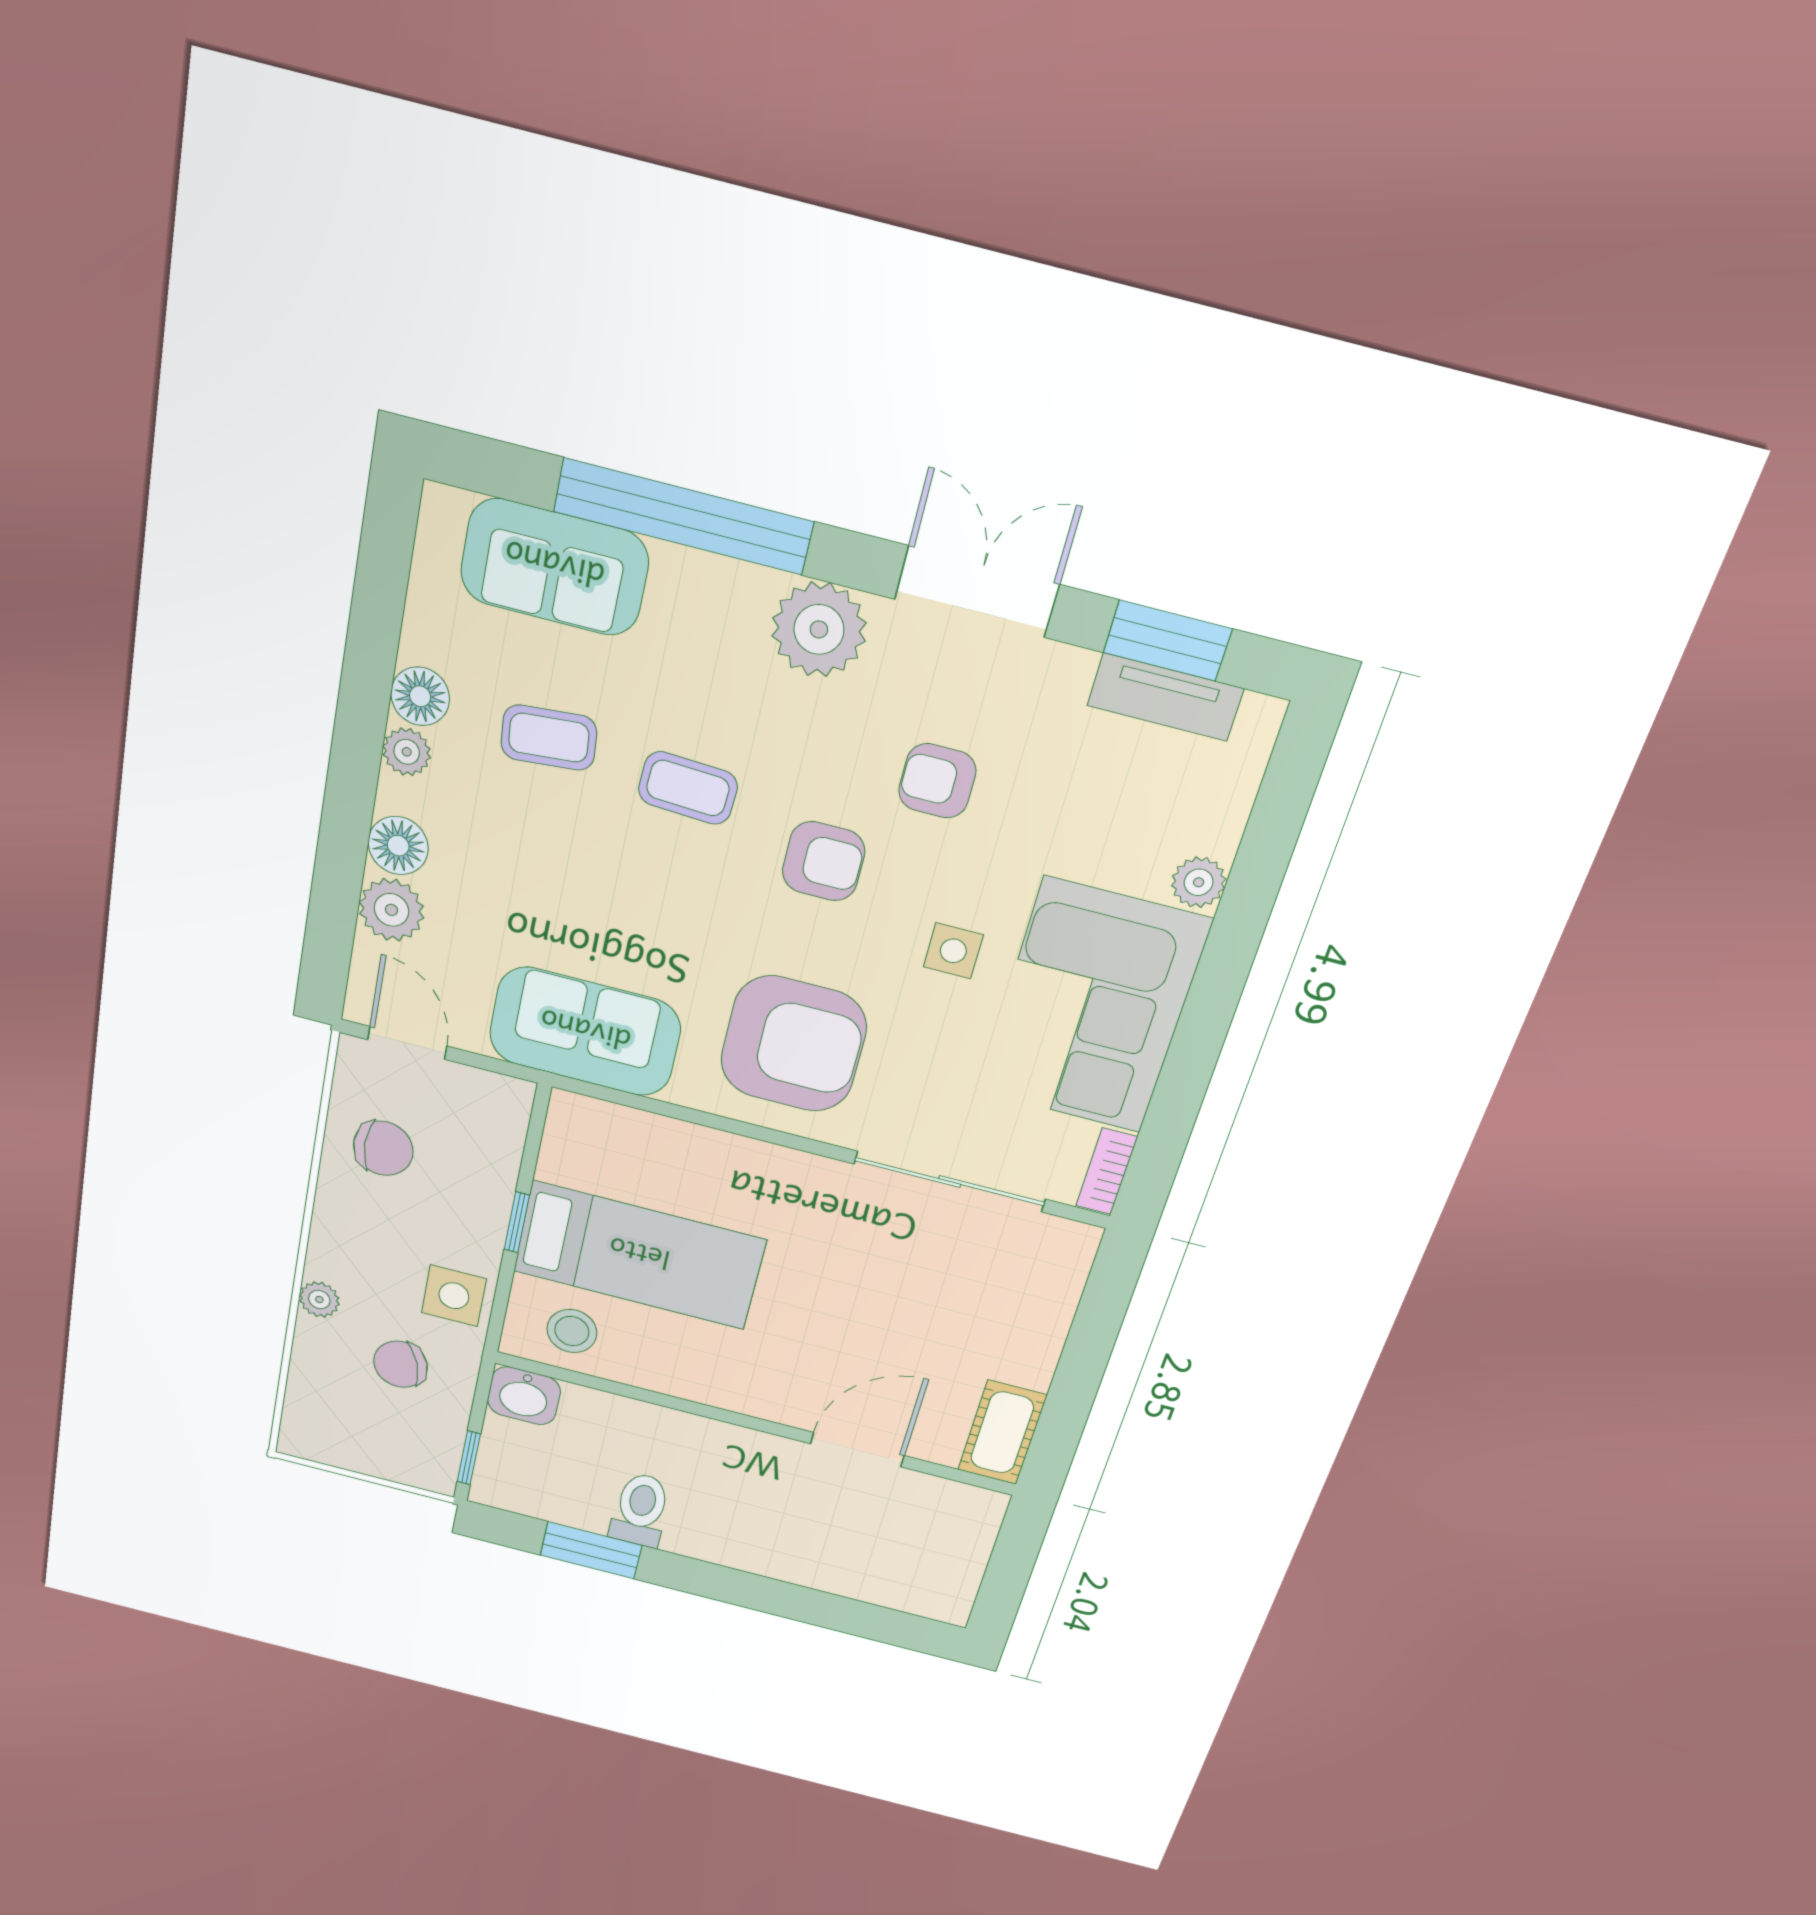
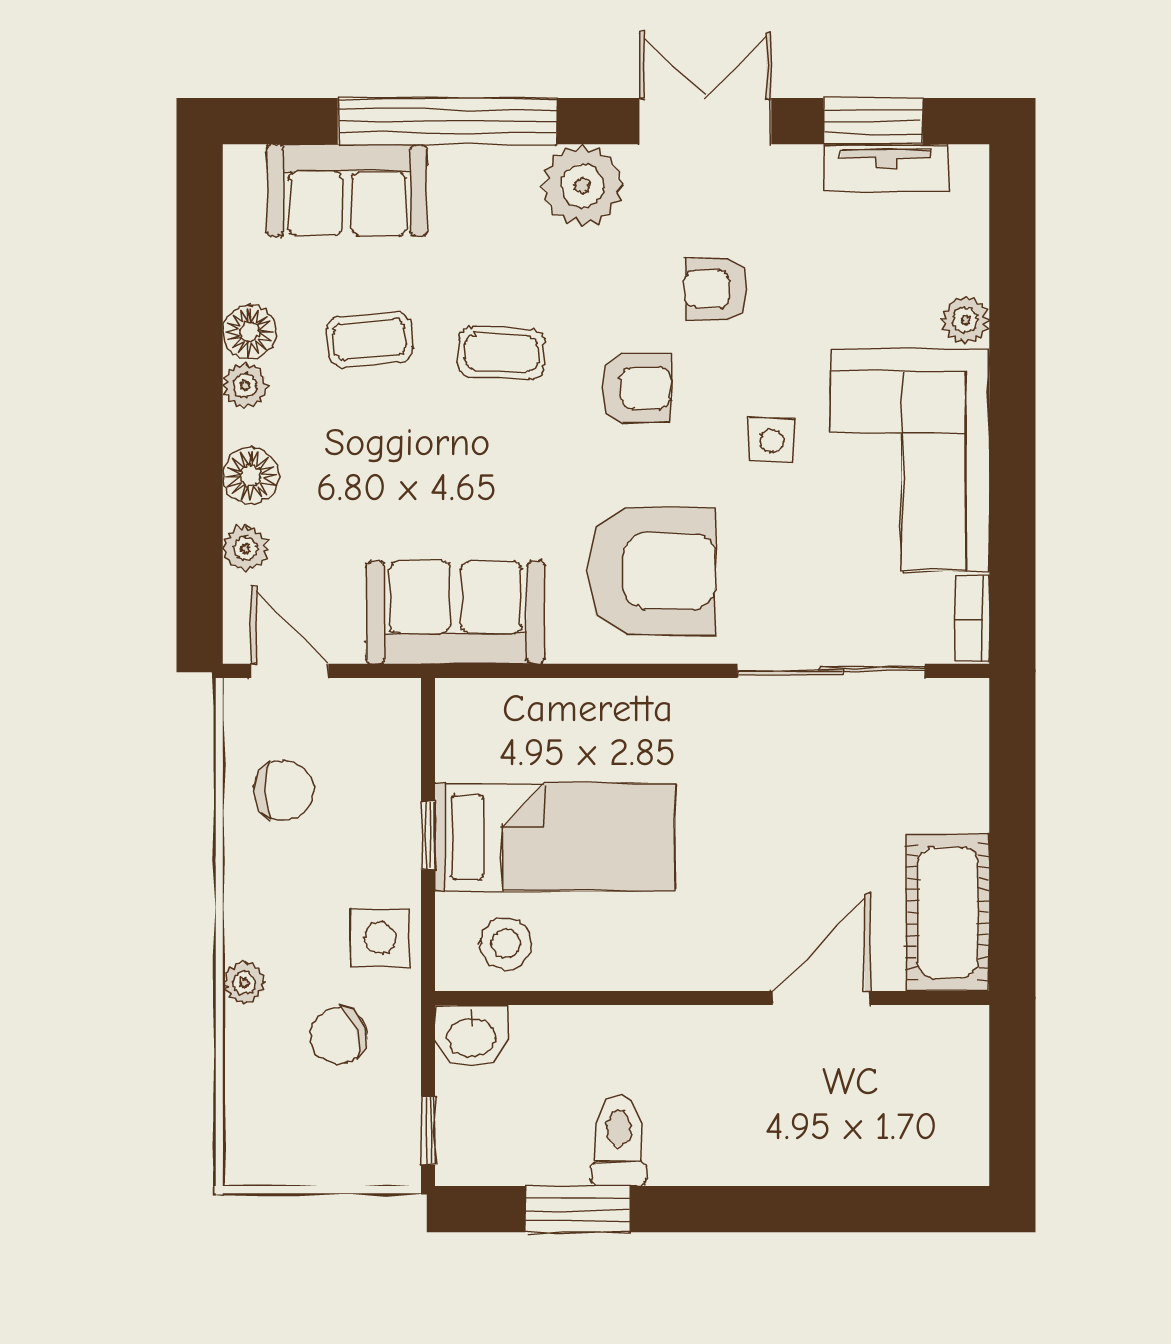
plant: (391, 910) -> (246, 548), width x0.73, depth x0.73
cot: (1002, 1432) -> (948, 913), width x1.37, depth x1.34

